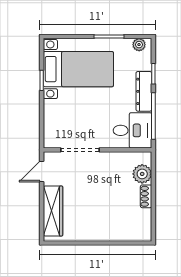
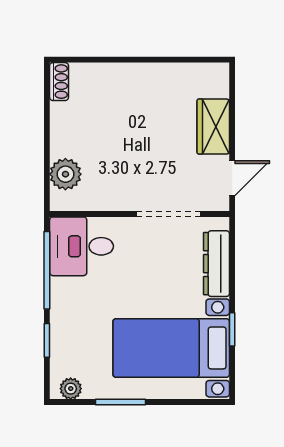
dresser: (144, 91) -> (216, 264), moved, turned 180
shoe rack: (146, 196) -> (59, 82), moved
wardrobe: (53, 211) -> (213, 127), width x0.67

